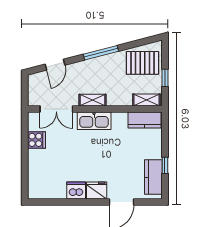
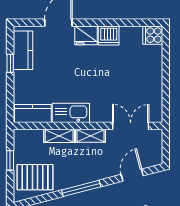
shelving: (146, 100) -> (59, 136), moved
kitchen sink: (94, 121) -> (71, 113), moved
cooker: (36, 140) -> (153, 35), moved

